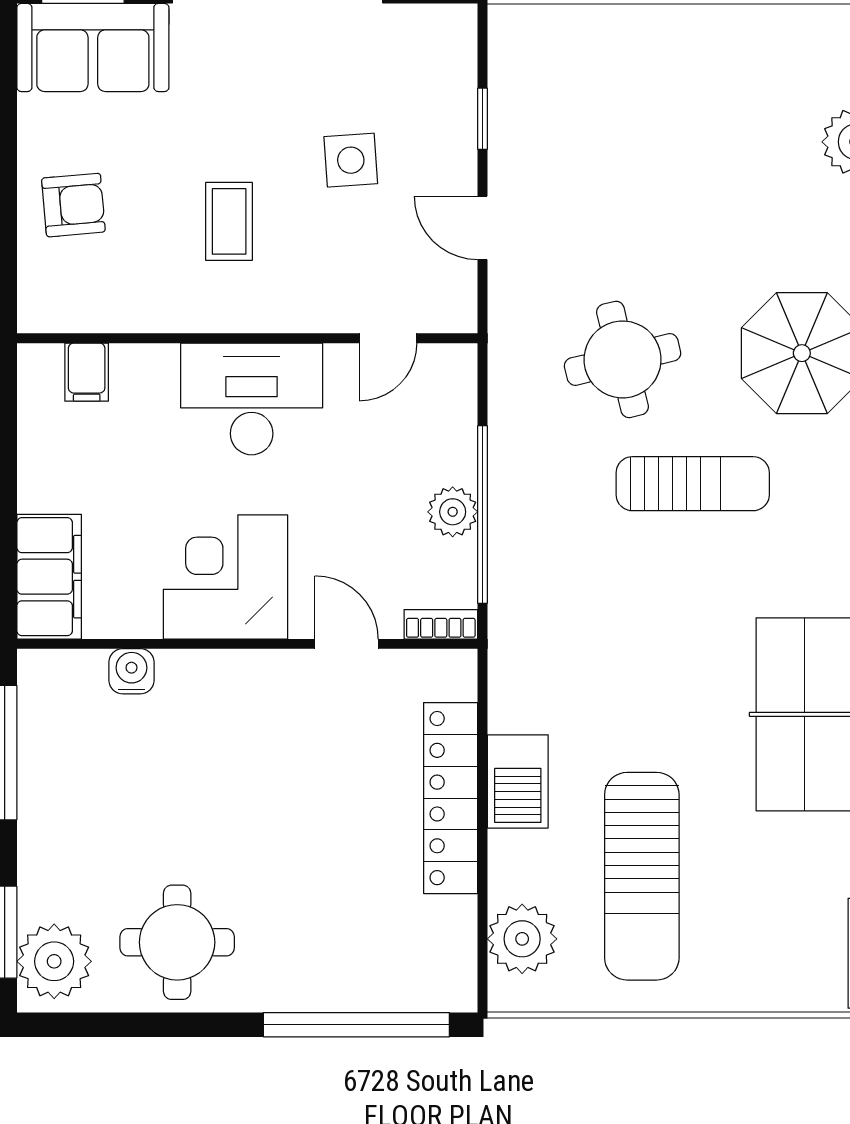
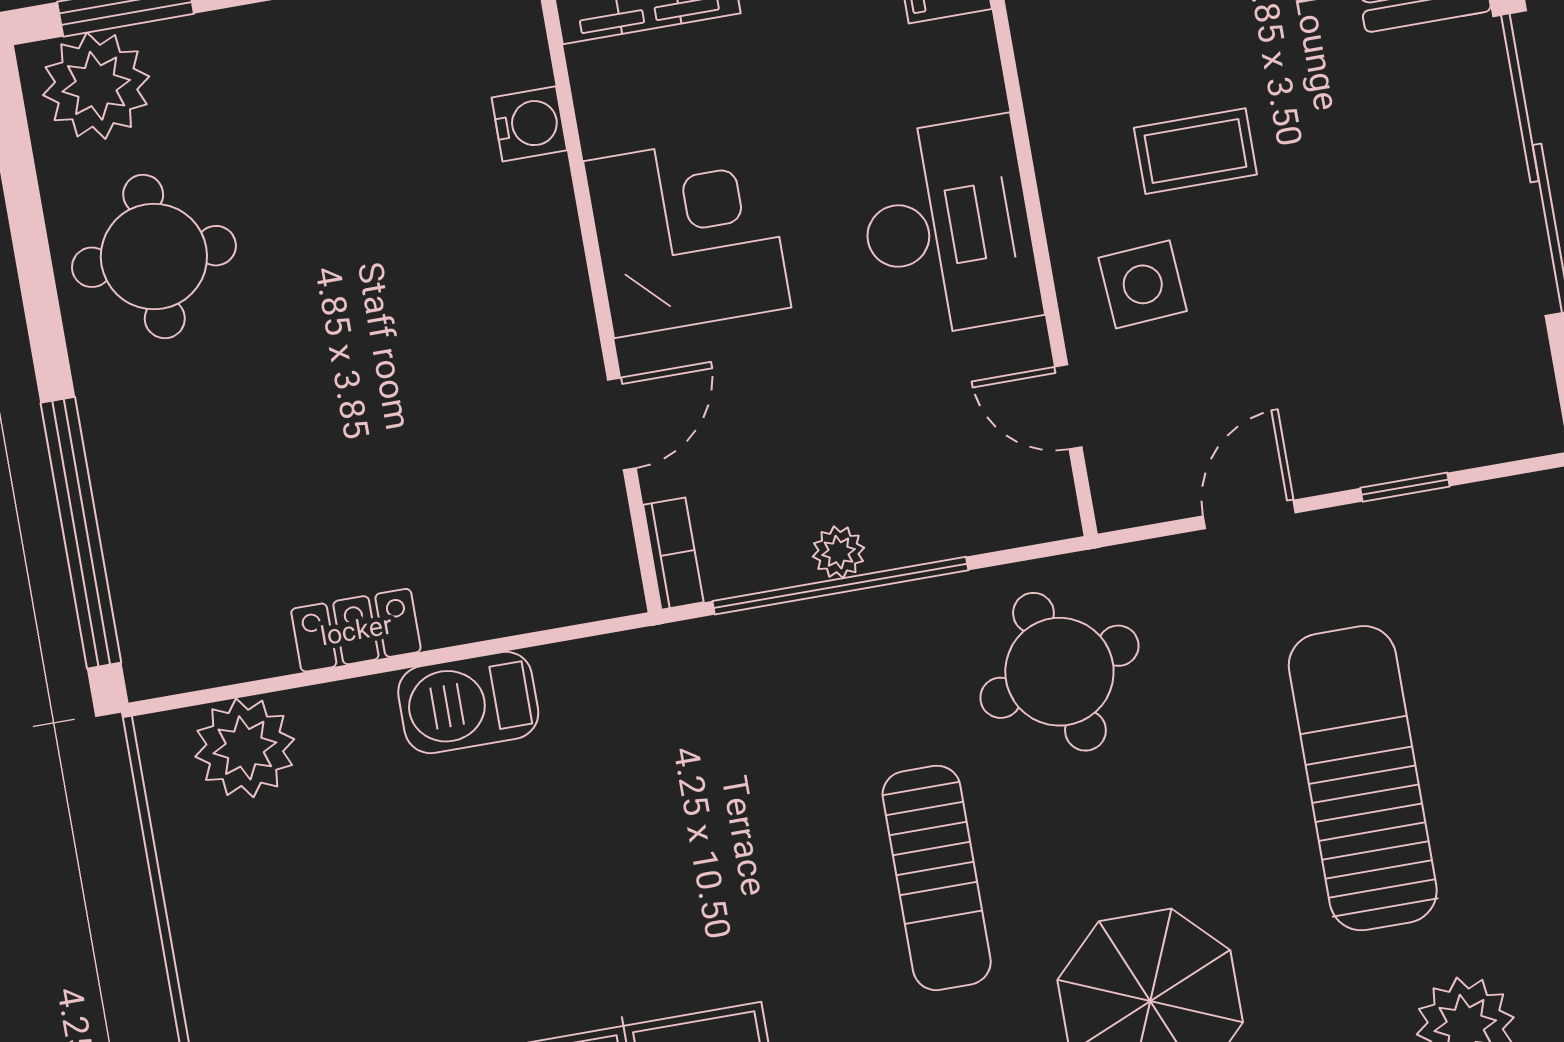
side table: (351, 160) -> (1143, 284), moved
round table: (623, 359) -> (1059, 672), moved
plant: (453, 512) -> (839, 552), width x0.73, depth x0.73
locker: (451, 798) -> (356, 630), width x0.46, depth x0.83
sun lounger: (642, 876) -> (1363, 778), moved, turned 90

